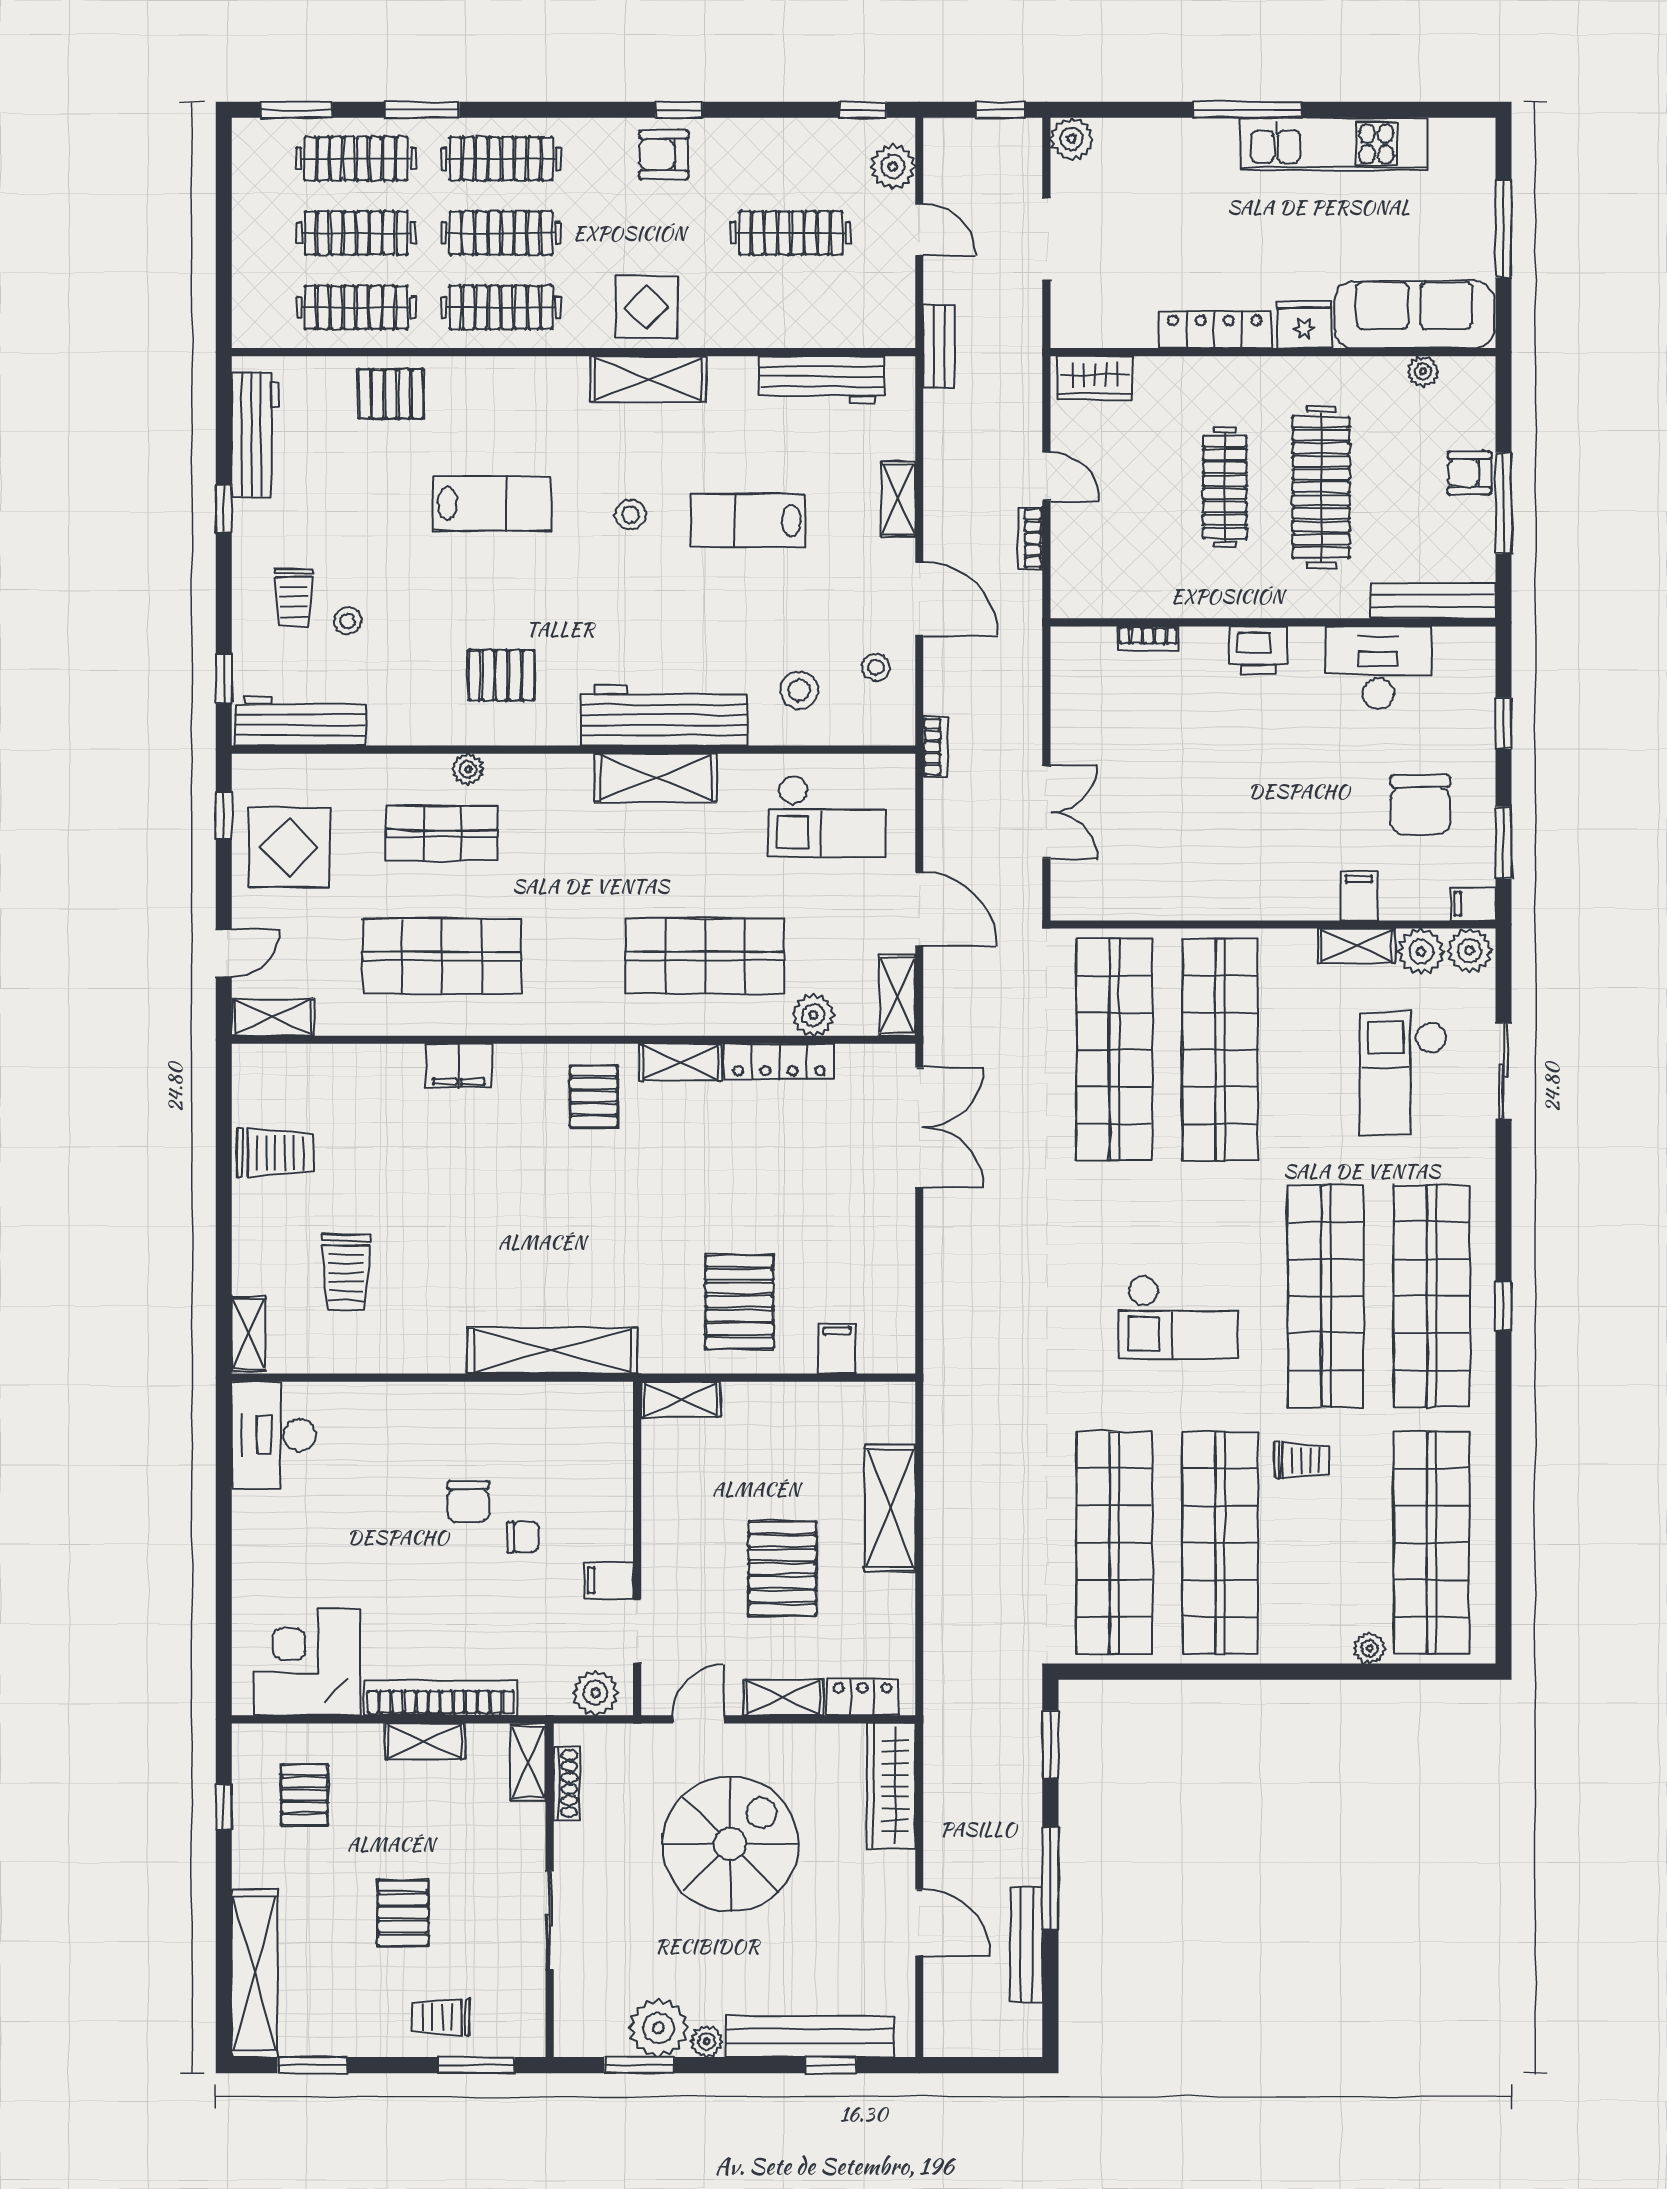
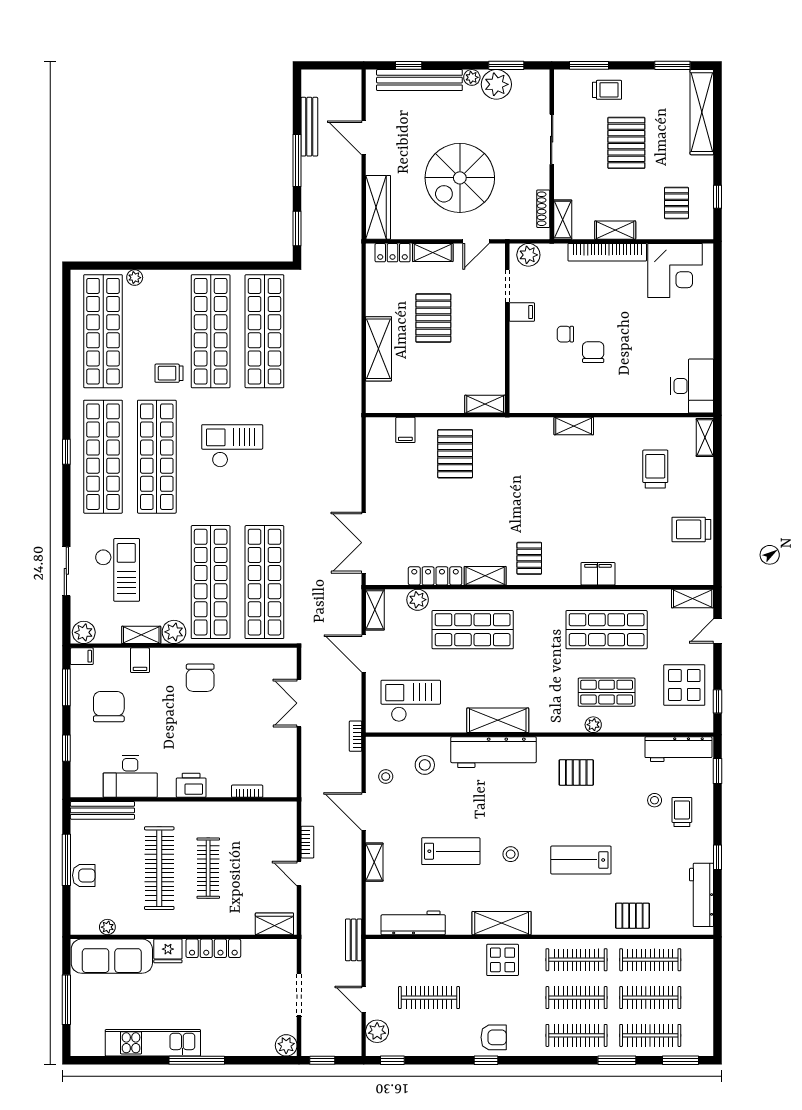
chair: (1241, 861) -> (200, 678), added
plant: (1421, 952) -> (174, 632), moved
shelving: (553, 1351) -> (574, 426), width x0.45, depth x0.75
pallet: (403, 1913) -> (626, 143), width x1.50, depth x1.42

